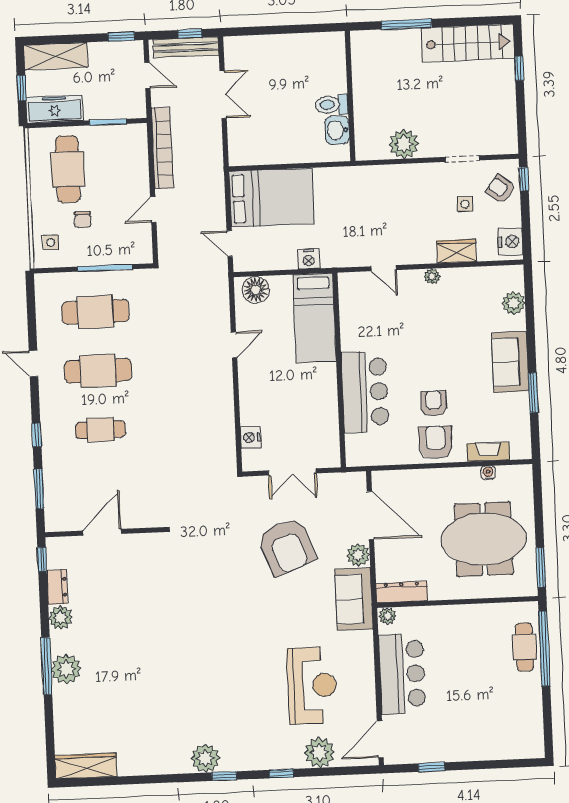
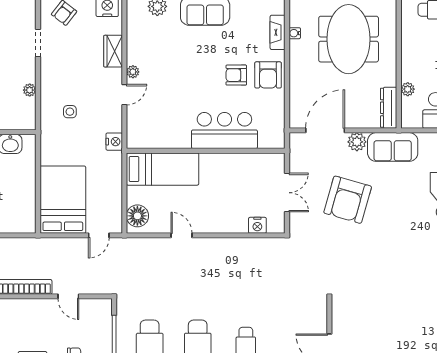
plant: (404, 144) -> (30, 90), width x0.53, depth x0.53
side table: (465, 204) -> (70, 112), moved
nightstand: (309, 259) -> (114, 142), moved
door: (384, 268) -> (124, 95), moved
armchair: (435, 442) -> (268, 75), turned -90
armchair: (287, 547) -> (348, 200), turned 127
plant: (388, 616) -> (408, 89), moved

